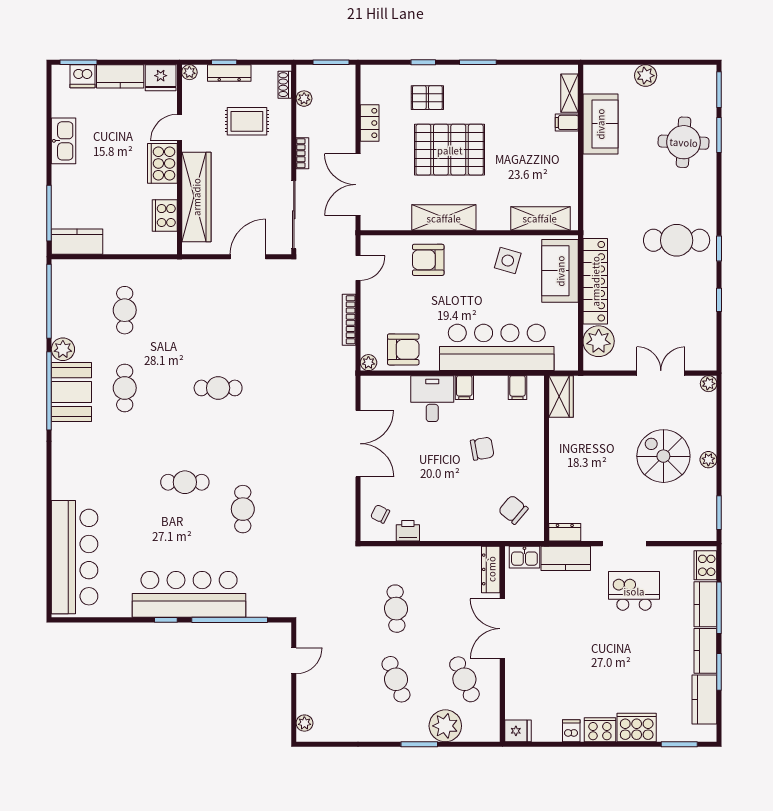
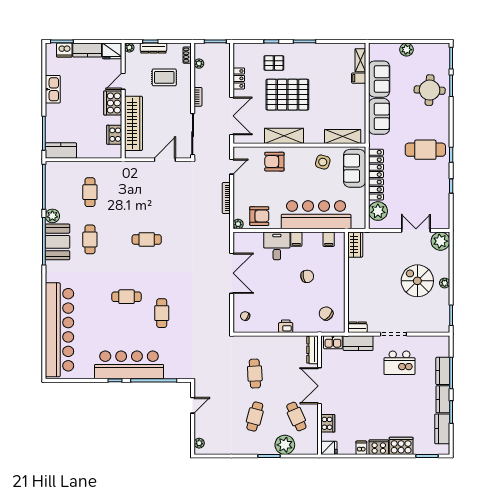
double door: (358, 185) -> (232, 116), swing flipped
sofa: (600, 185) -> (379, 116), added
plant: (709, 384) -> (440, 241), width x1.87, depth x1.87
printer: (408, 531) -> (286, 326), moved
bar counter: (75, 557) -> (59, 330), width x1.36
cooker: (705, 565) -> (328, 423), moved, turned 180
kitchen island: (634, 591) -> (399, 363), turned 180
cafe table: (396, 679) -> (255, 417), turned 36

